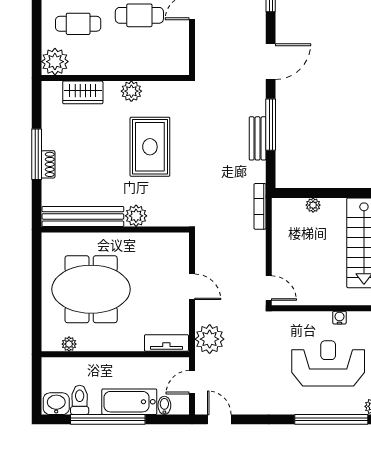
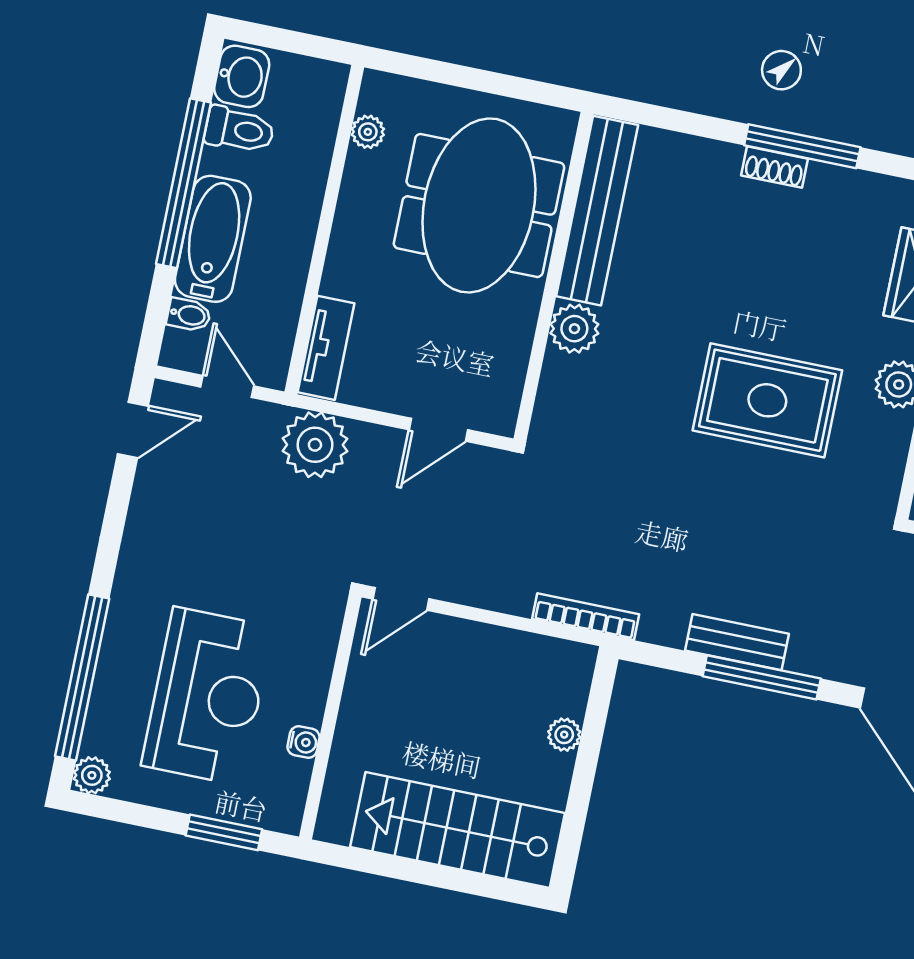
bench: (83, 216) -> (597, 211), moved
plant: (136, 216) -> (574, 329), moved
wall: (115, 229) -> (553, 277), moved

